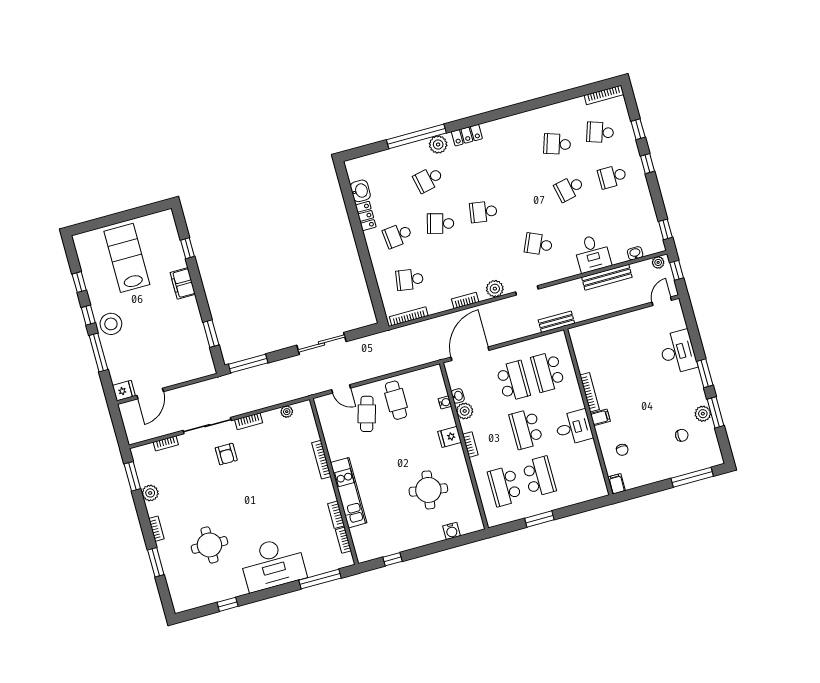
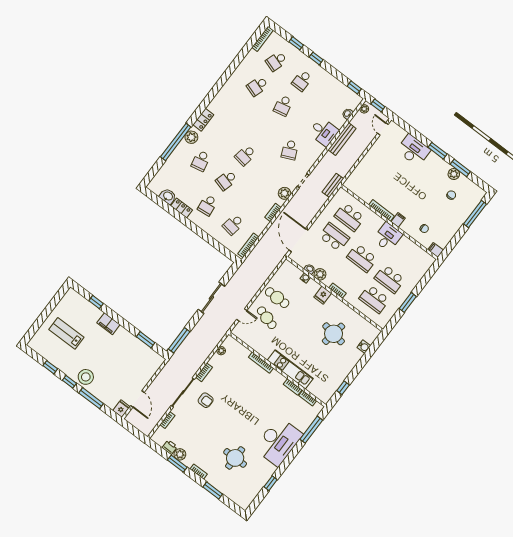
school desk: (538, 244) -> (290, 150), turned -48
lab bench: (127, 258) -> (66, 333), width x0.73, depth x0.72
window: (132, 476) -> (177, 464), moved
printer: (145, 476) -> (170, 447), added
school desk: (539, 477) -> (390, 279), turned 180

